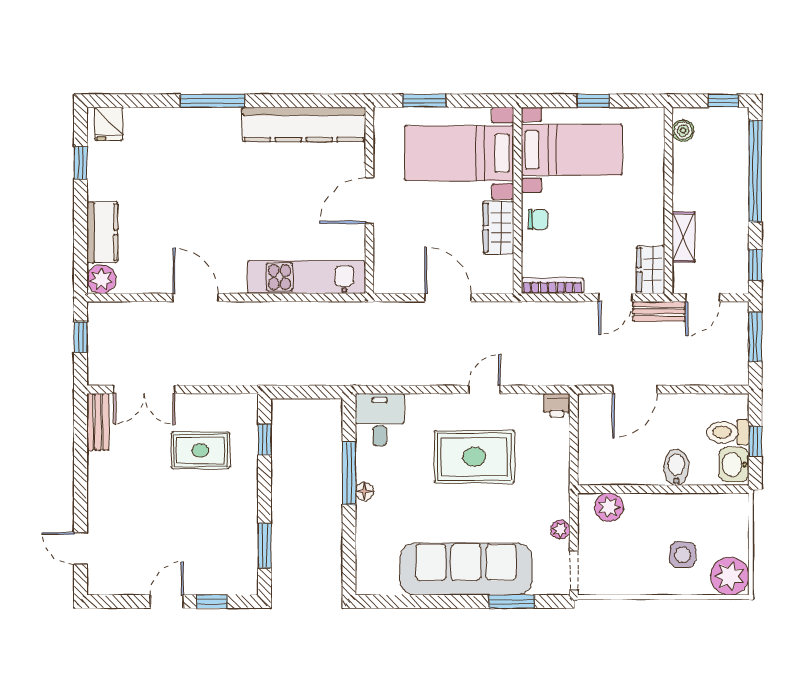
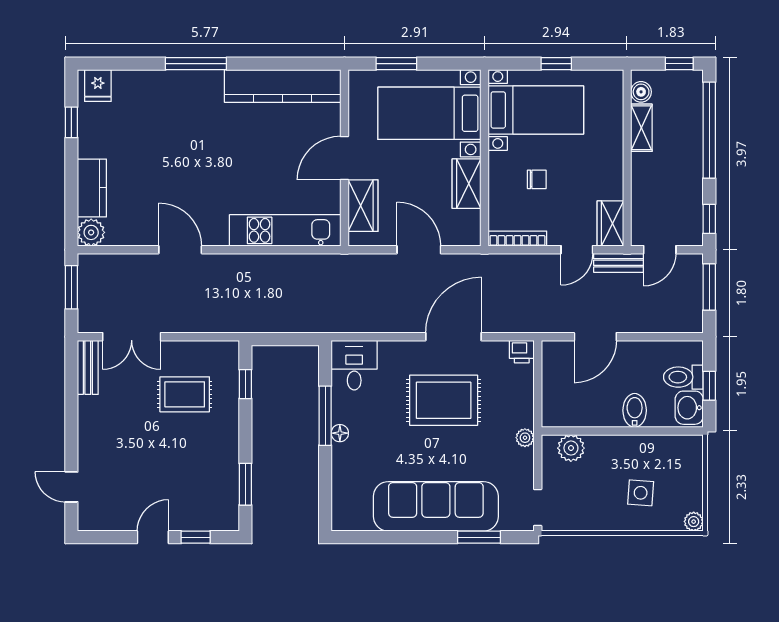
chair: (538, 219) -> (537, 179), moved
shelving: (683, 237) -> (641, 128), moved
wardrobe: (389, 251) -> (363, 206), added
window: (81, 337) -> (71, 287), width x1.50
door: (485, 389) -> (453, 337), width x1.88
plant: (560, 529) -> (525, 438), moved
plant: (730, 576) -> (694, 522), width x0.53, depth x0.53

